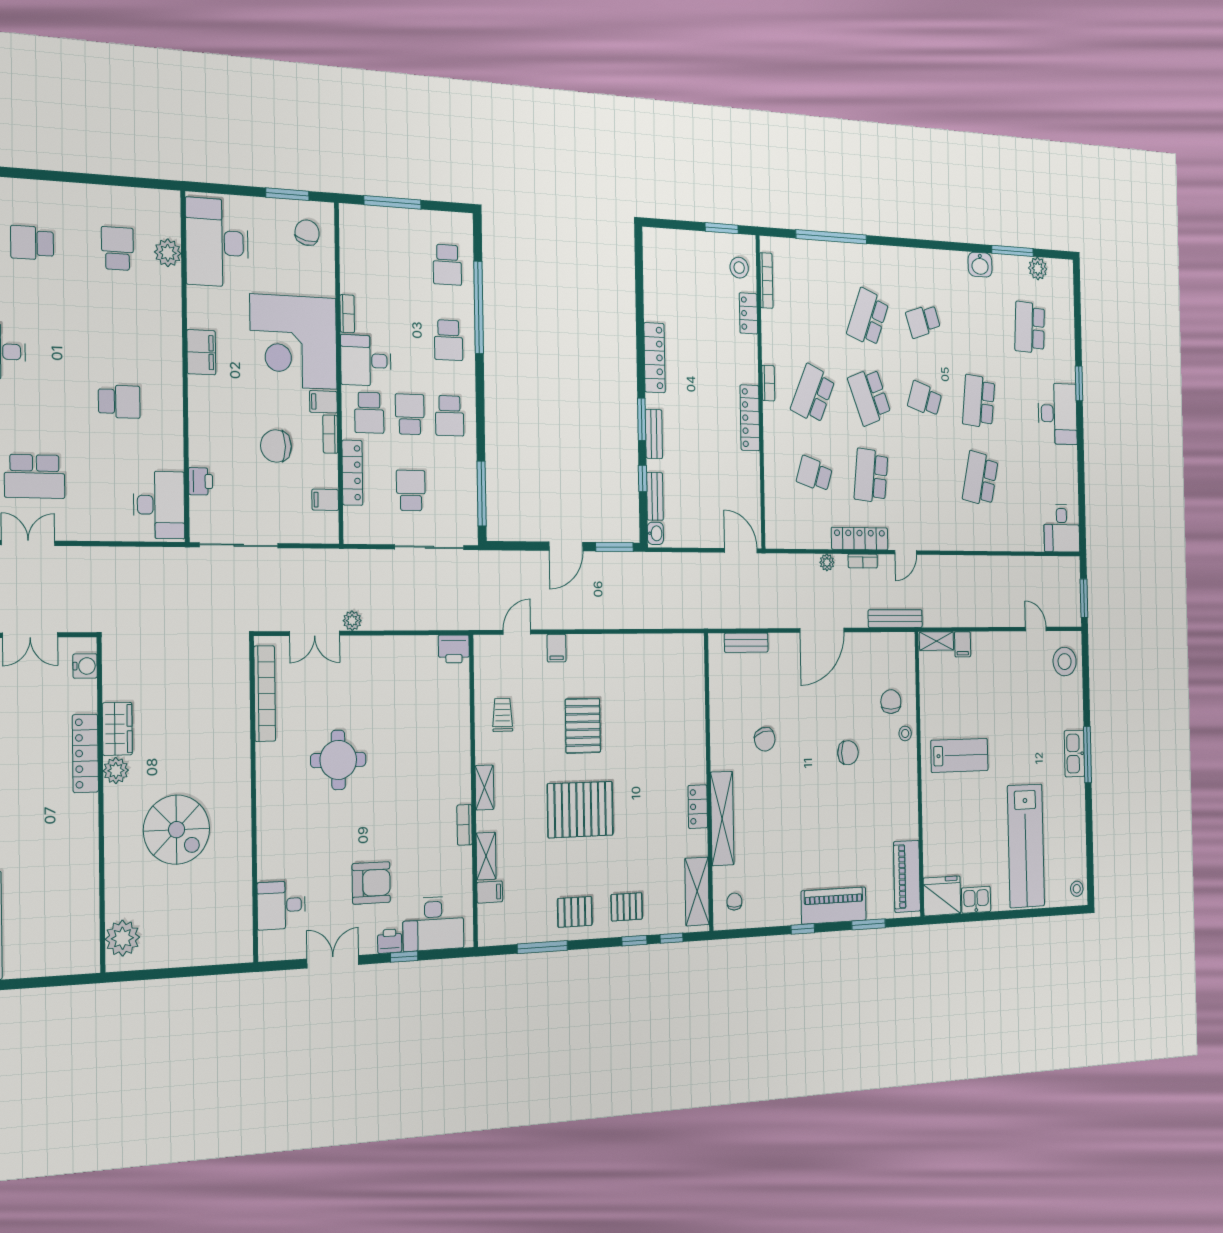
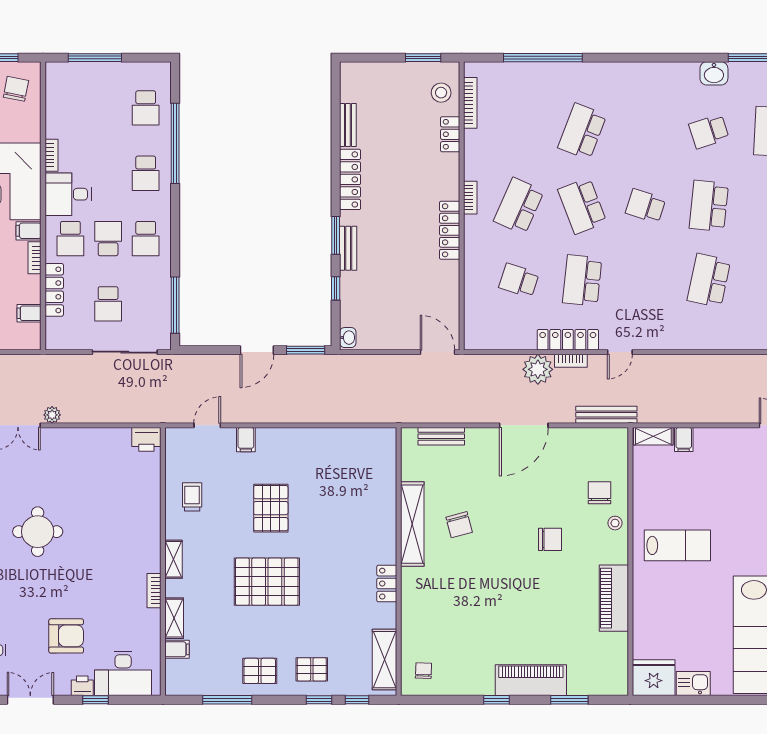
school desk: (923, 321) -> (709, 131), moved
school desk: (411, 490) -> (108, 304), turned 180
bench: (655, 496) -> (348, 125), moved
plant: (827, 562) -> (538, 369), width x1.88, depth x1.88
shelving: (722, 819) -> (412, 524), moved
piano: (907, 876) -> (614, 598), moved

